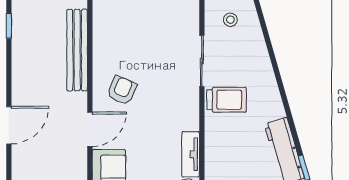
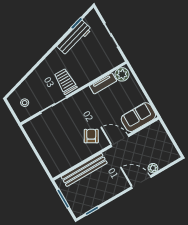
armchair: (122, 90) -> (91, 136), turned 97
plant: (20, 155) -> (153, 168), added

